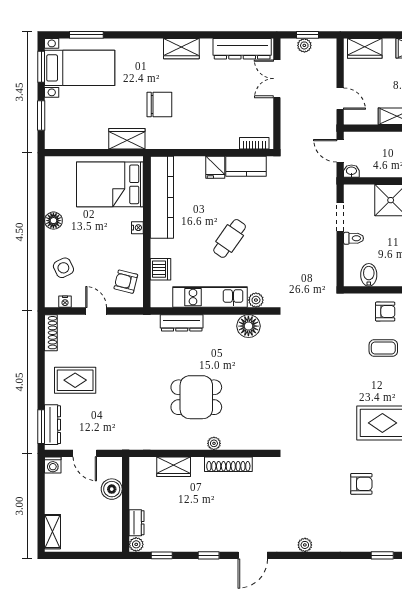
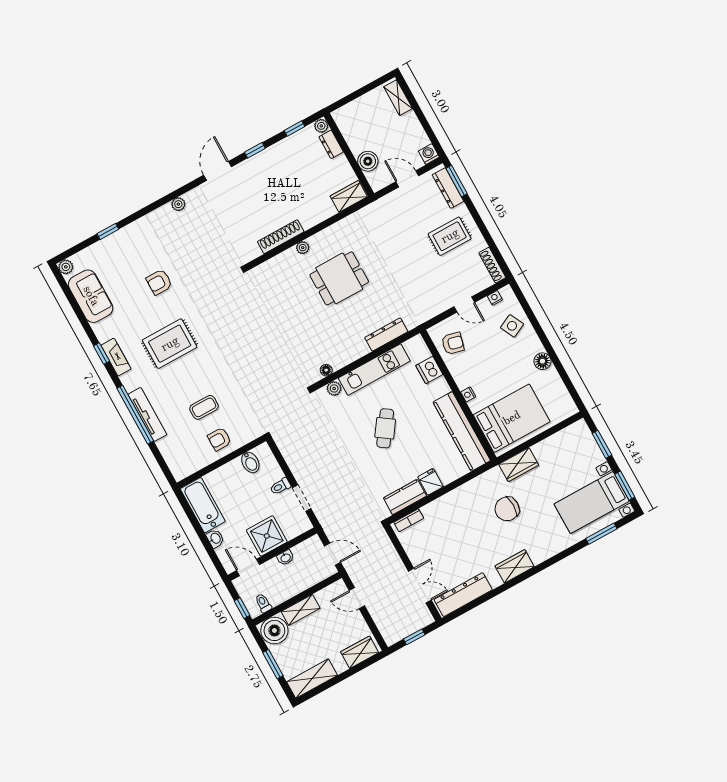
plant: (304, 45) -> (412, 626), removed
washbasin: (351, 171) -> (285, 558), moved
floor lamp: (248, 326) -> (326, 370), width x0.53, depth x0.53
wardrobe: (174, 467) -> (349, 196), moved

